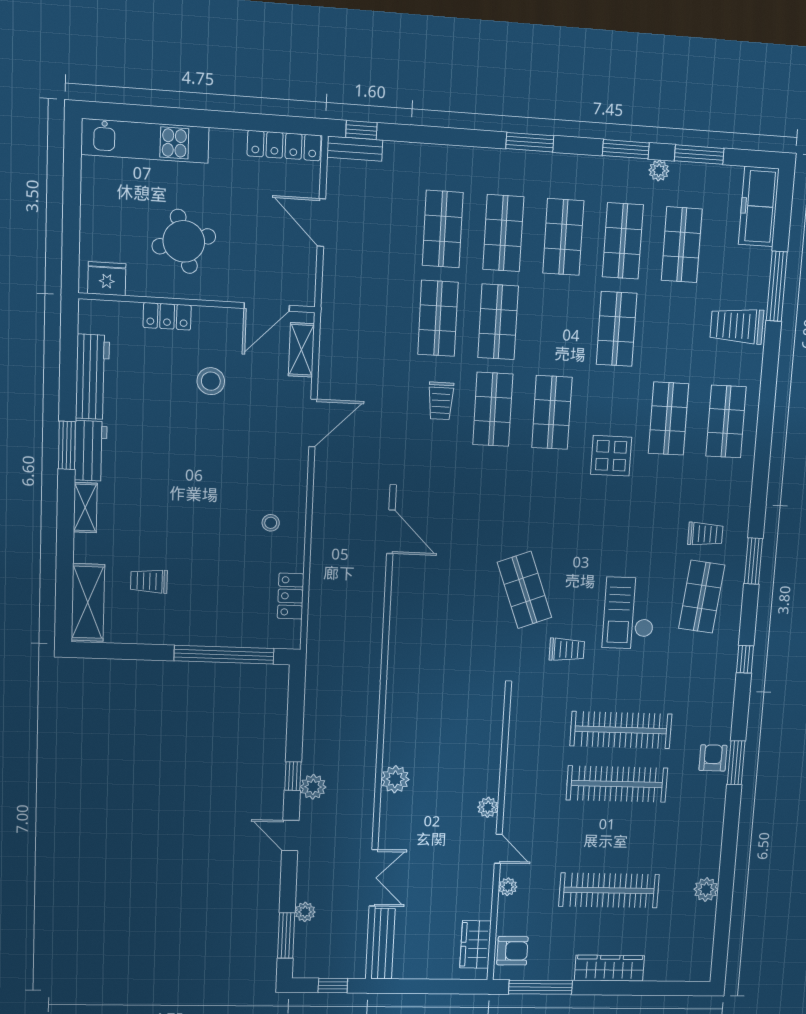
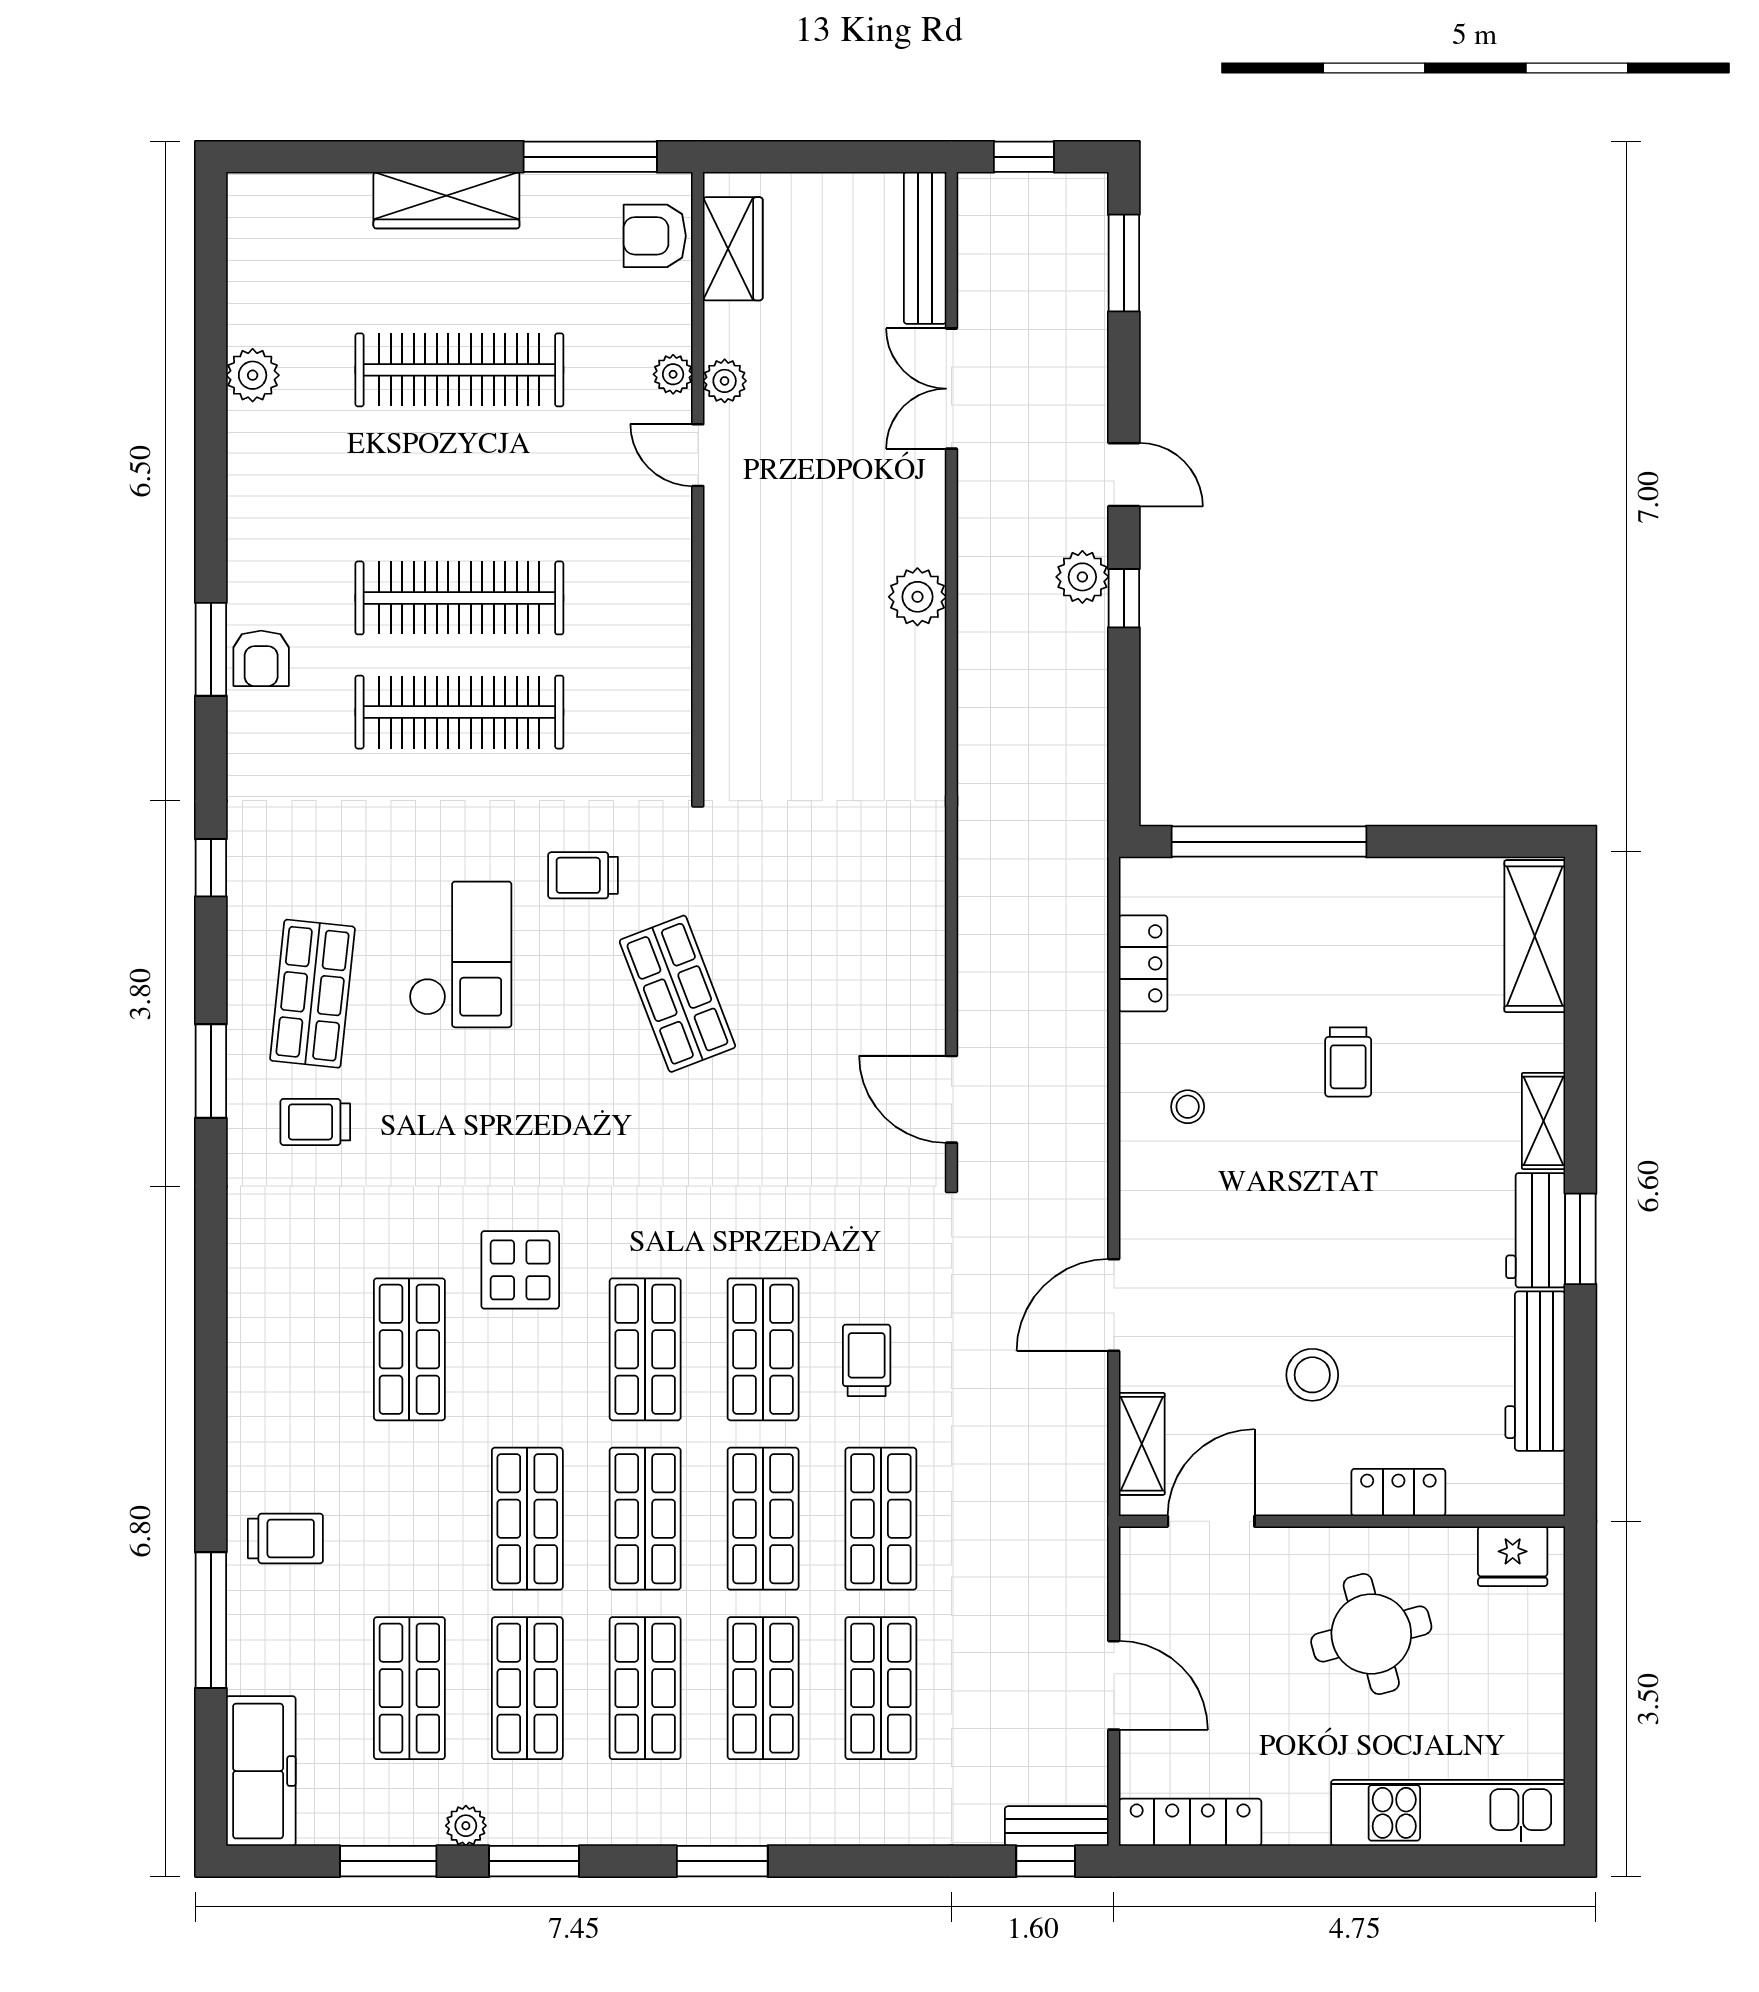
trolley: (737, 326) -> (285, 1538), width x0.73, depth x0.72
shop shelf: (726, 422) -> (645, 1519), moved
trolley: (149, 581) -> (1348, 1062), moved, turned 90
plant: (488, 807) -> (725, 381), moved
plant: (305, 912) -> (1088, 314), removed

